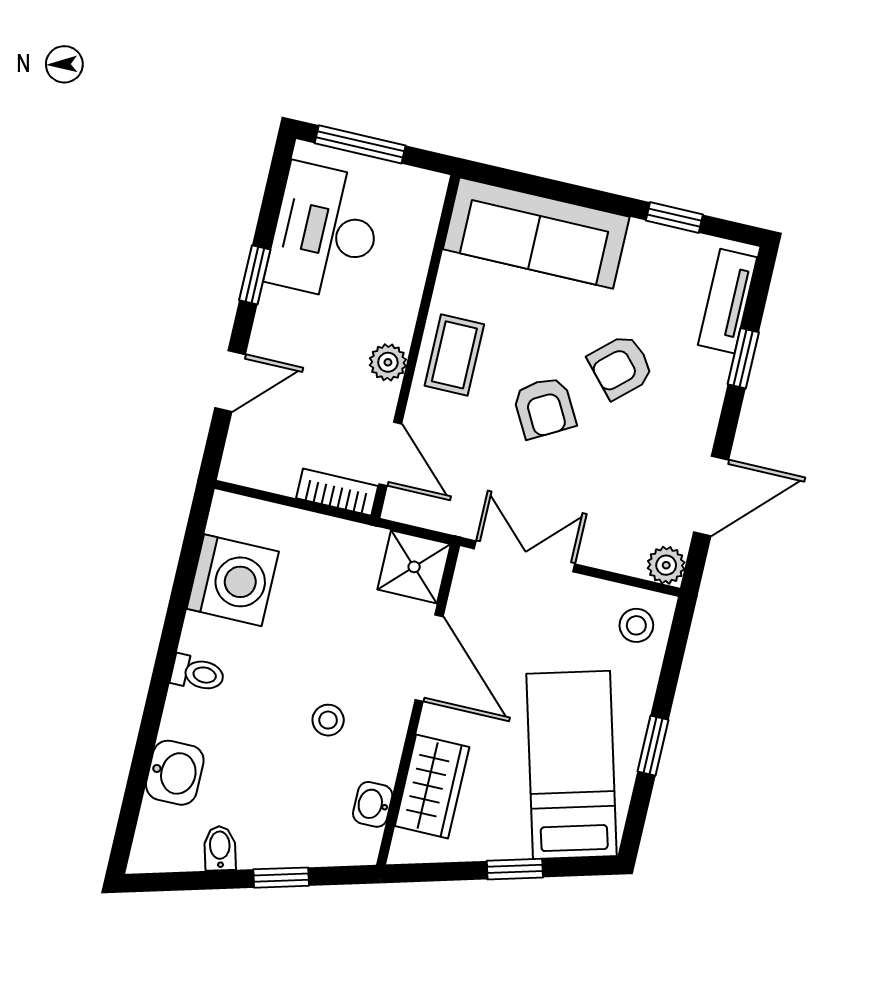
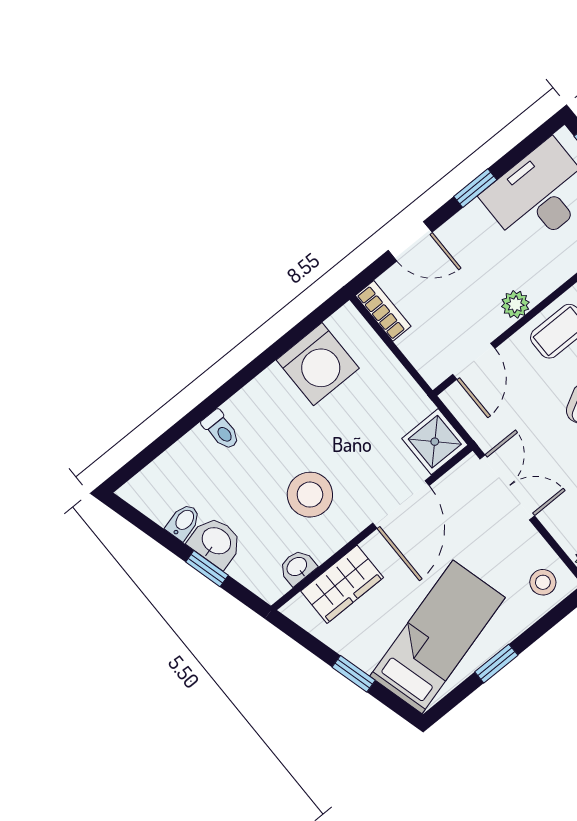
bookcase: (337, 492) -> (383, 311), moved
toilet: (198, 673) -> (221, 430), moved
stool: (328, 720) -> (310, 495), width x1.89, depth x1.89
washbasin: (175, 773) -> (216, 542), moved, turned -105

